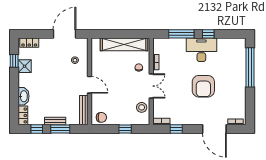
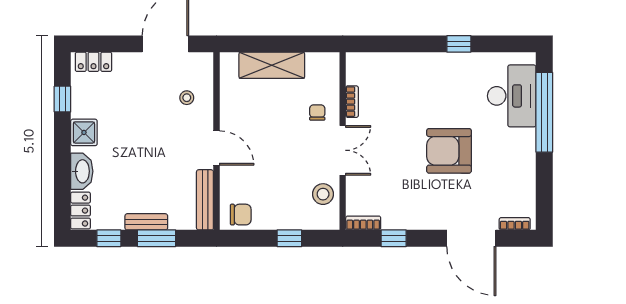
window: (181, 34) -> (404, 44), removed
shelving: (124, 44) -> (272, 65), width x0.68
desk: (201, 50) -> (512, 96), moved, turned 90
shower: (25, 66) -> (84, 132), moved
armchair: (203, 86) -> (449, 151), turned 90

